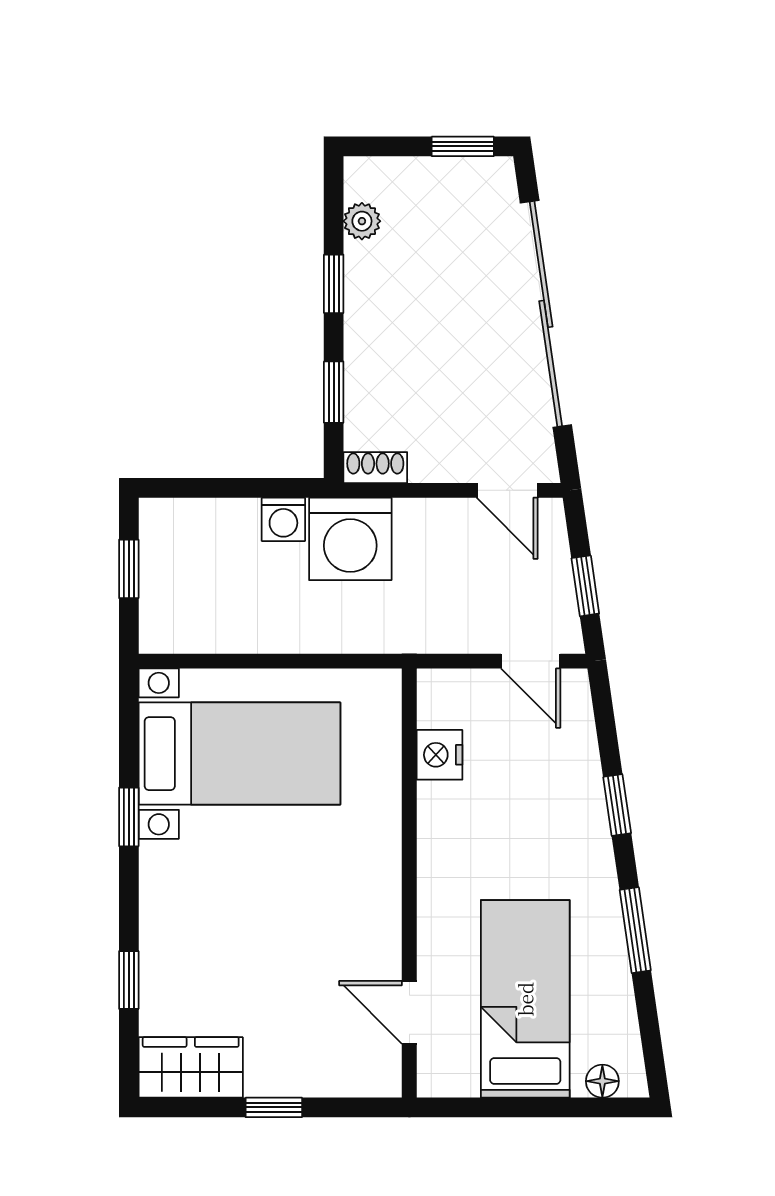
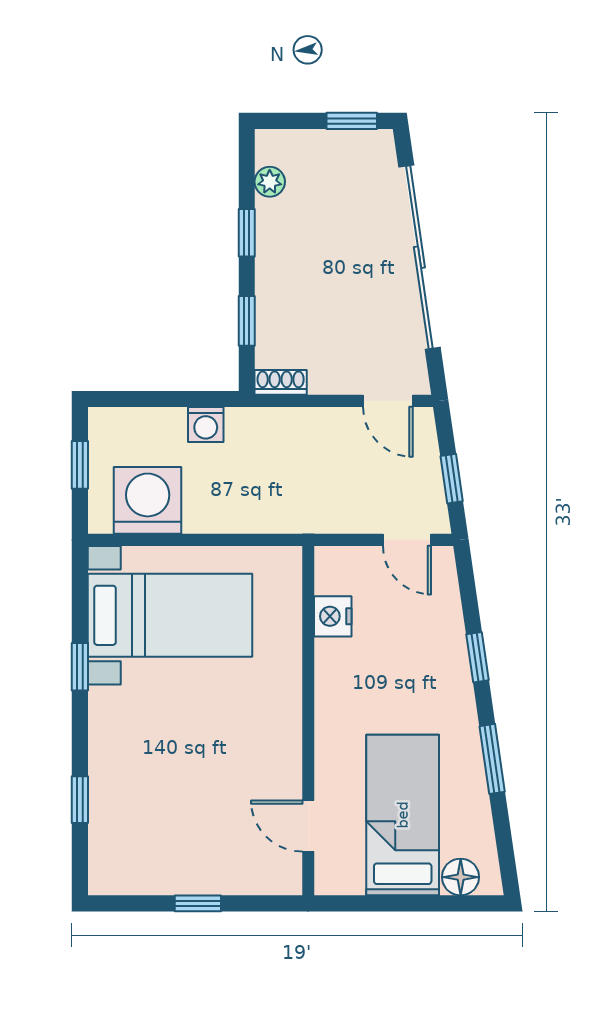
washing machine: (350, 539) -> (148, 500), moved, turned 180
wardrobe: (191, 1067) -> (130, 871), removed
floor lamp: (602, 1081) -> (461, 877), width x1.37, depth x1.37

